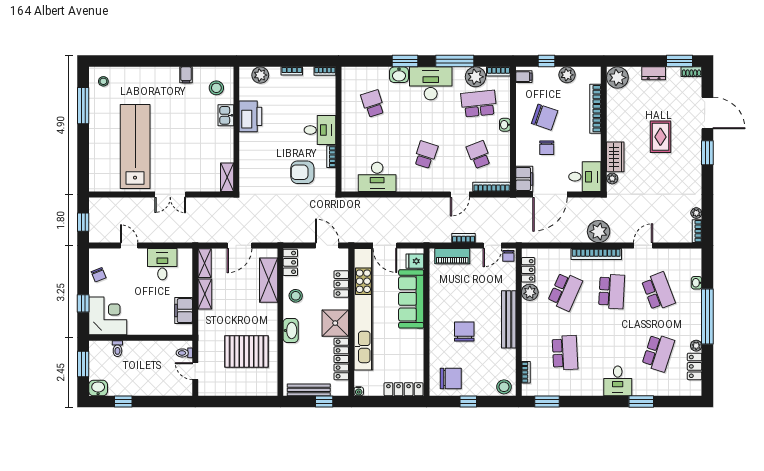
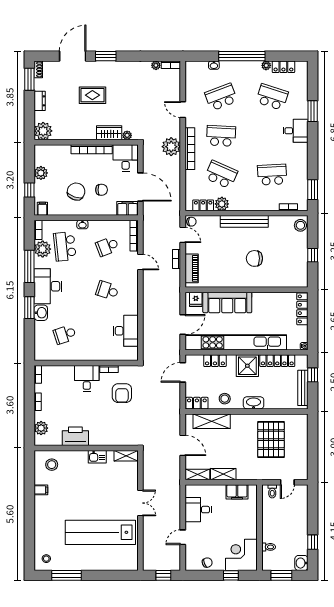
bookcase: (595, 109) -> (92, 149), moved
kitchen sink: (226, 115) -> (97, 457), moved
chair: (451, 378) -> (293, 270), removed

